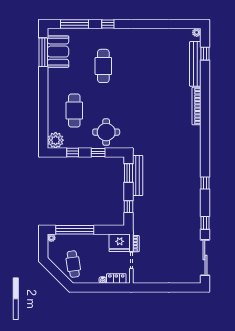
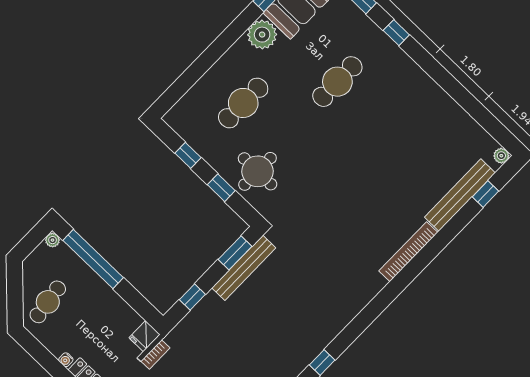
plant: (56, 140) -> (262, 35), moved
fridge: (120, 243) -> (145, 336), width x0.53, depth x0.75

